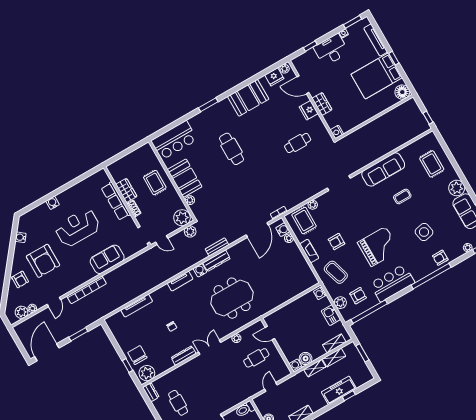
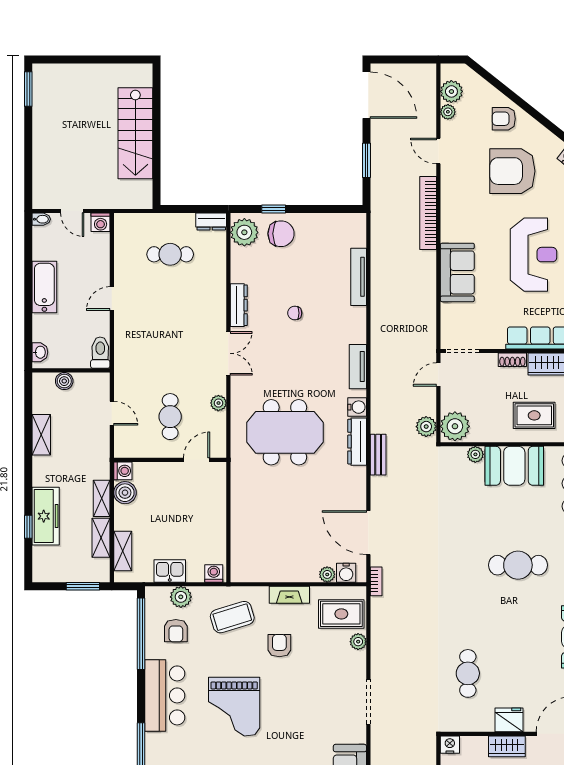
meeting table: (232, 298) -> (285, 432), turned 90

